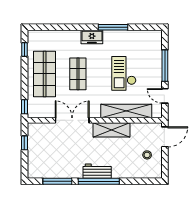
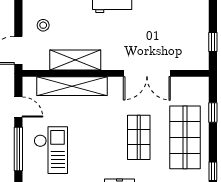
checkout: (124, 73) -> (51, 150), moved
window: (24, 107) -> (213, 113), moved
shelving: (111, 130) -> (75, 60), moved

